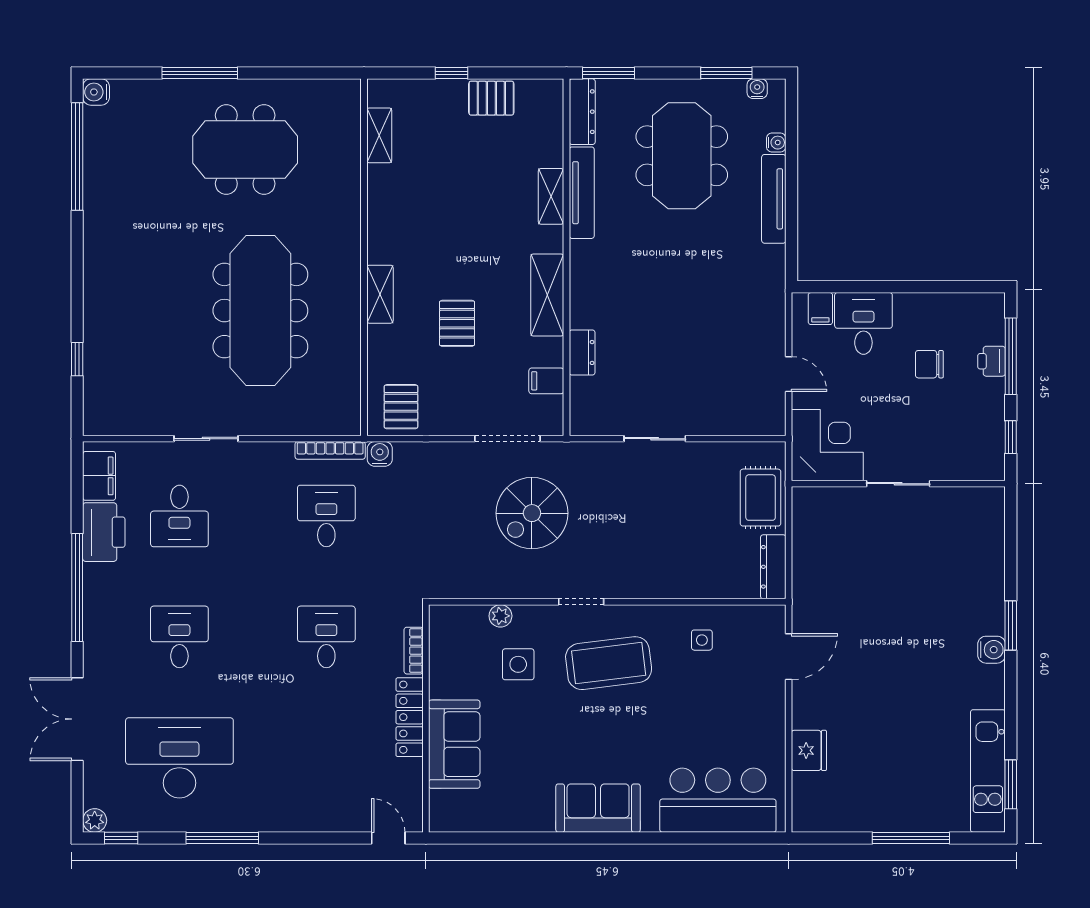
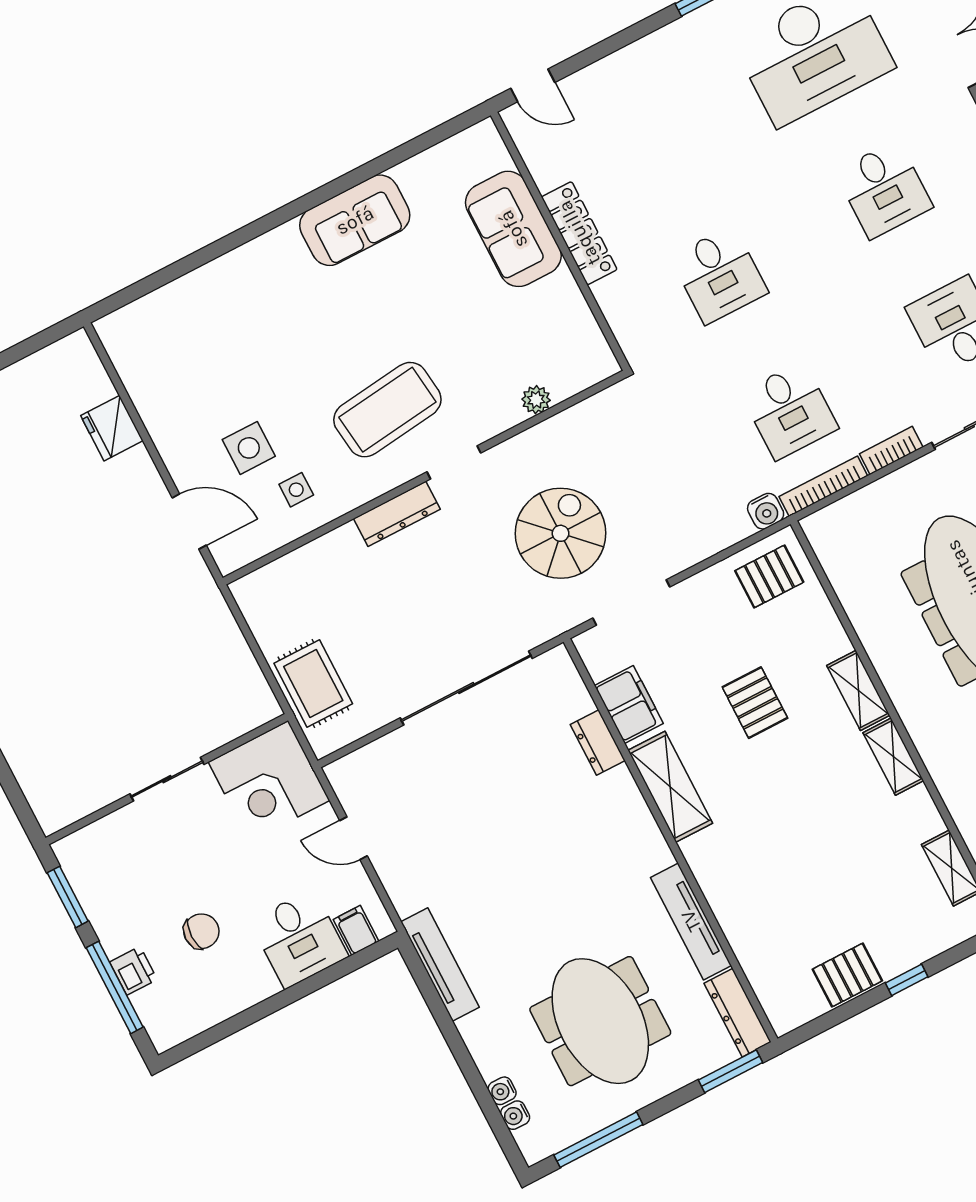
window: (726, 73) -> (598, 1140), width x1.44
water cooler: (757, 89) -> (515, 1115), moved, turned 90
shelving: (551, 196) -> (893, 757), moved
tv unit: (774, 199) -> (440, 965), moved
filing cabinet: (546, 381) -> (629, 704), width x2.00
pallet: (401, 407) -> (769, 576), turned 90
window: (1011, 437) -> (68, 897), width x1.50
sliding door: (655, 439) -> (466, 688), width x1.86
dresser: (773, 567) -> (397, 514), moved, turned 90
bookcase: (414, 651) -> (891, 450), moved, turned -90
door: (789, 657) -> (189, 521), swing flipped
side table: (518, 664) -> (249, 448), moved
bar counter: (718, 800) -> (185, 319), removed
sofa: (598, 808) -> (355, 220), moved

